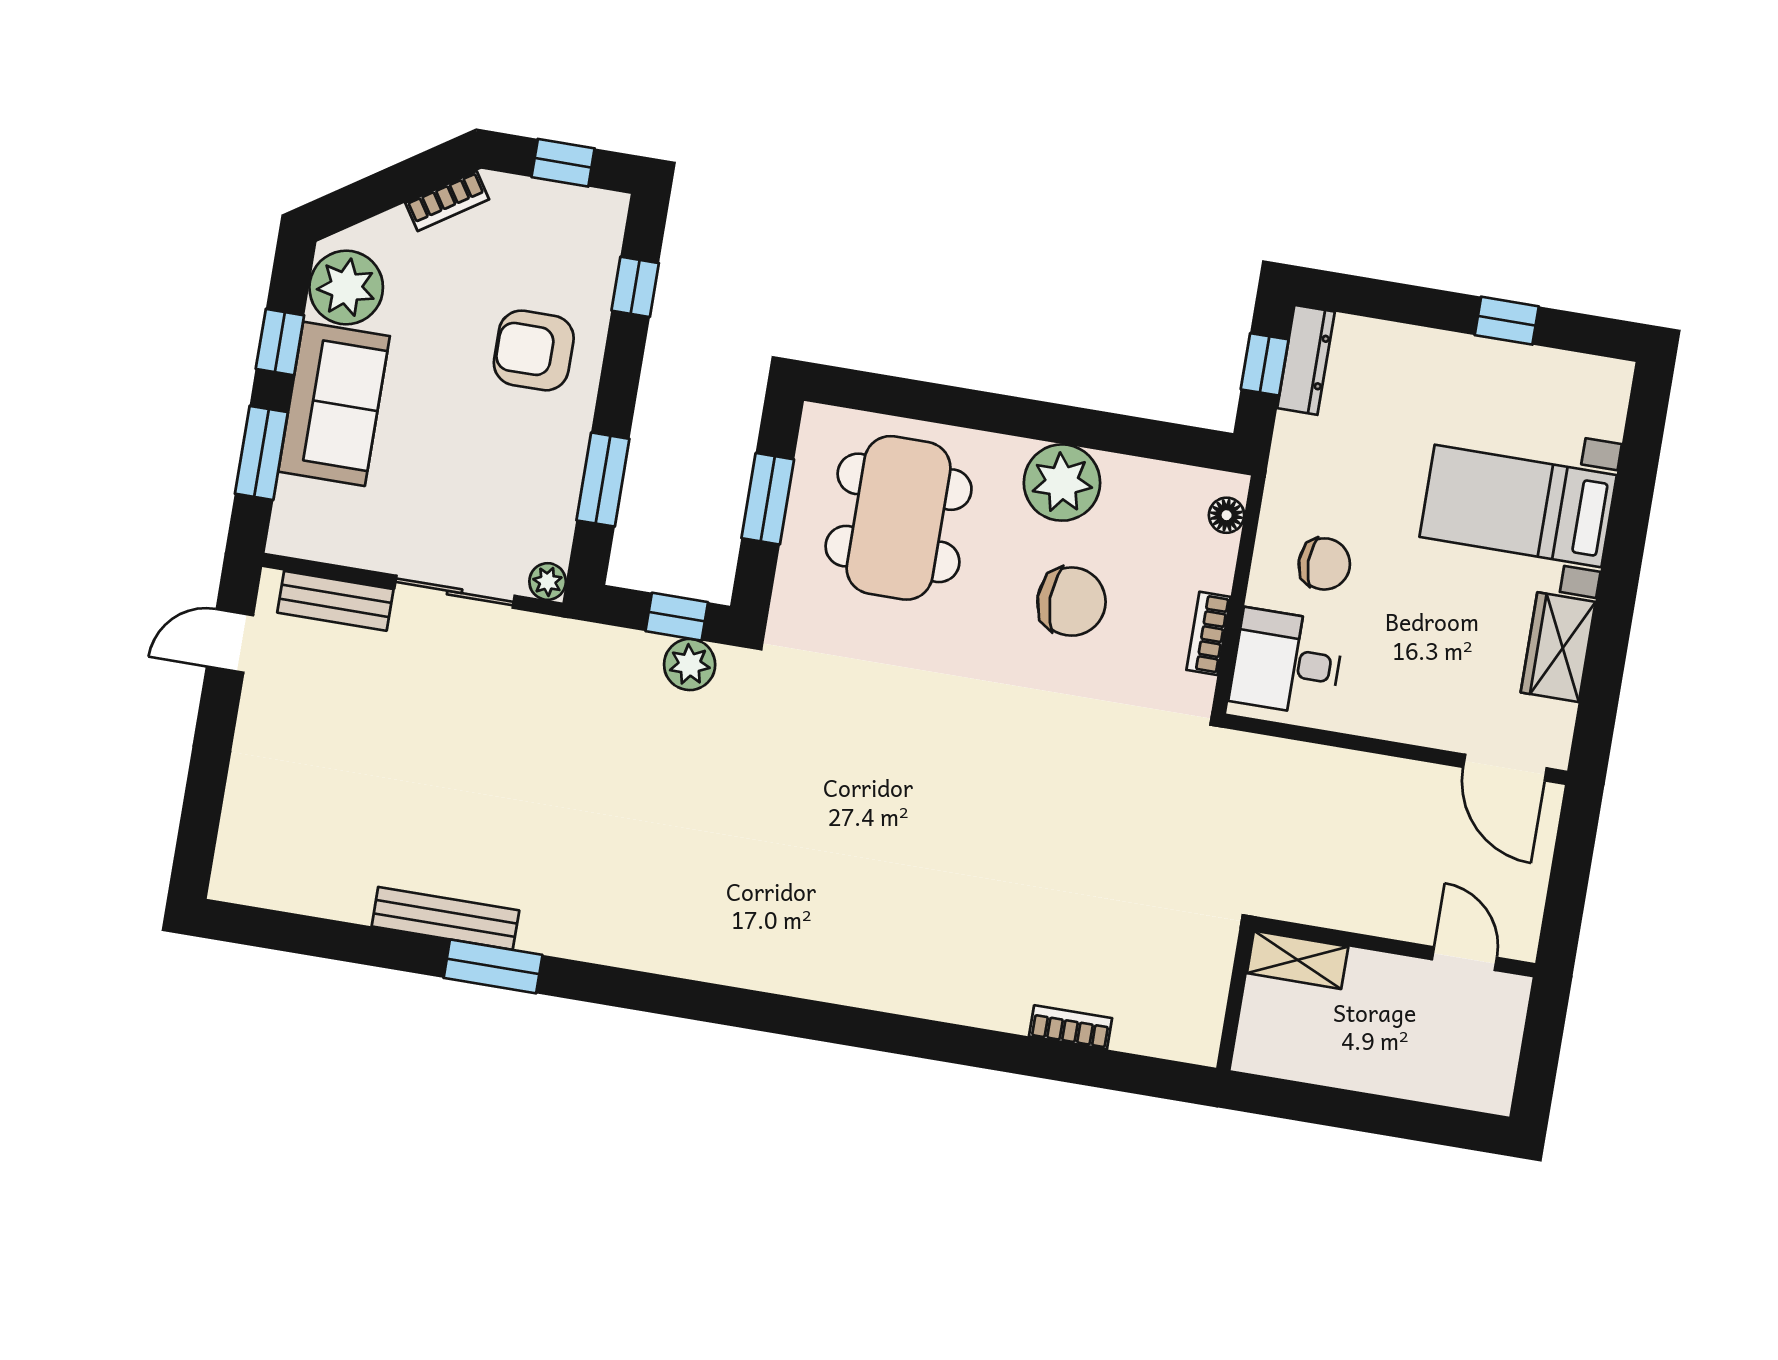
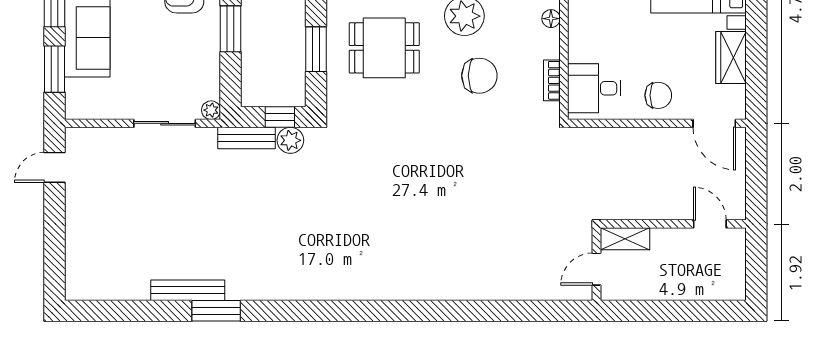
window: (603, 480) -> (231, 29), moved
dining table: (899, 518) -> (384, 48), width x0.73
chair: (1324, 564) -> (658, 95), moved
bench: (335, 601) -> (247, 138), moved
door: (1233, 1009) -> (597, 269), added
bookcase: (1071, 1027) -> (515, 293), removed

